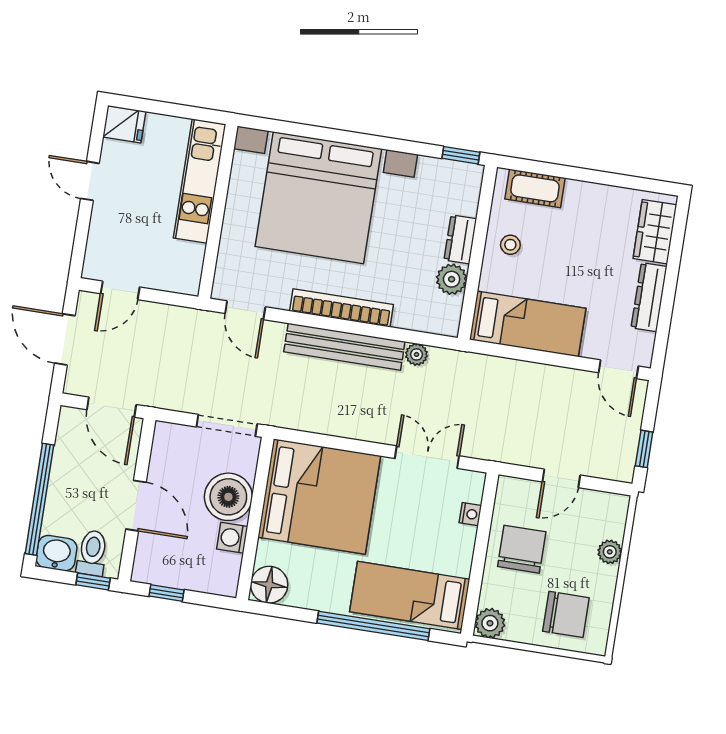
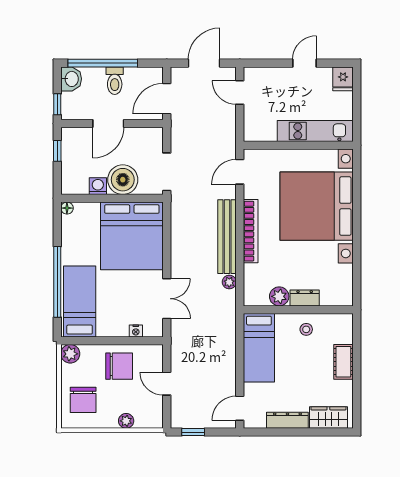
window: (461, 155) -> (357, 290), removed
cot: (535, 188) -> (343, 362), moved
toilet: (92, 553) -> (115, 81), moved, turned 90
floor lamp: (269, 585) -> (67, 208), width x0.53, depth x0.53

